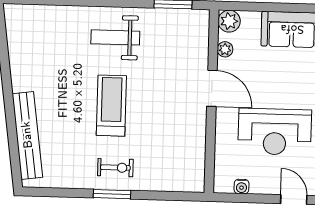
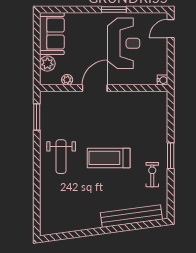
plant: (229, 21) -> (47, 64), moved
exercise bike: (115, 168) -> (152, 175), moved
water cooler: (242, 186) -> (163, 80), moved

